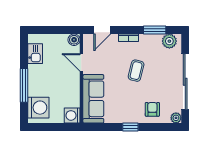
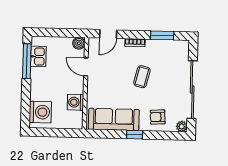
plant: (169, 41) -> (177, 47), removed
window: (24, 85) -> (27, 61), moved
sofa: (93, 99) -> (114, 119), moved, turned -90
armchair: (152, 109) -> (158, 117), turned -93
washing machine: (72, 115) -> (75, 102), moved

